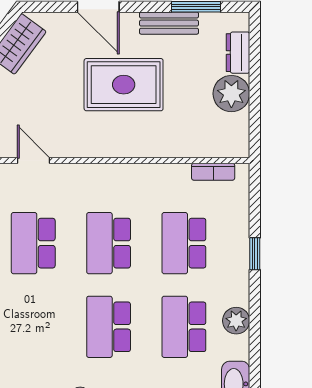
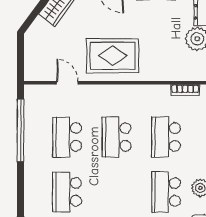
rug: (124, 85) -> (113, 56), moved
school desk: (109, 327) -> (67, 192), moved

